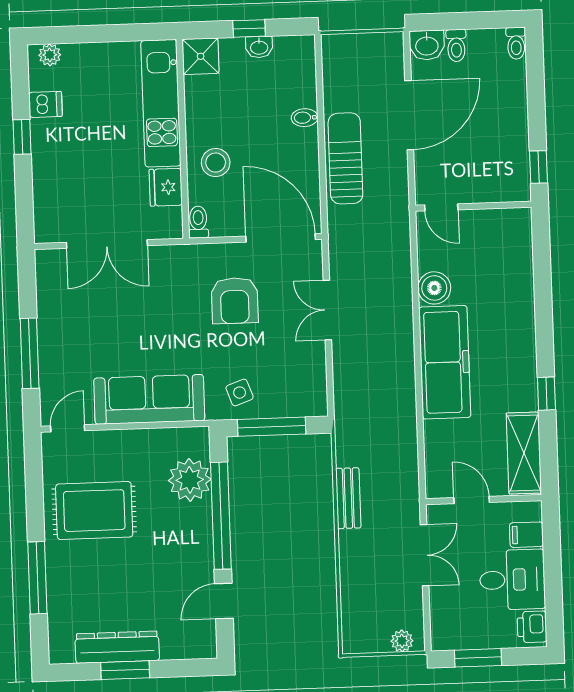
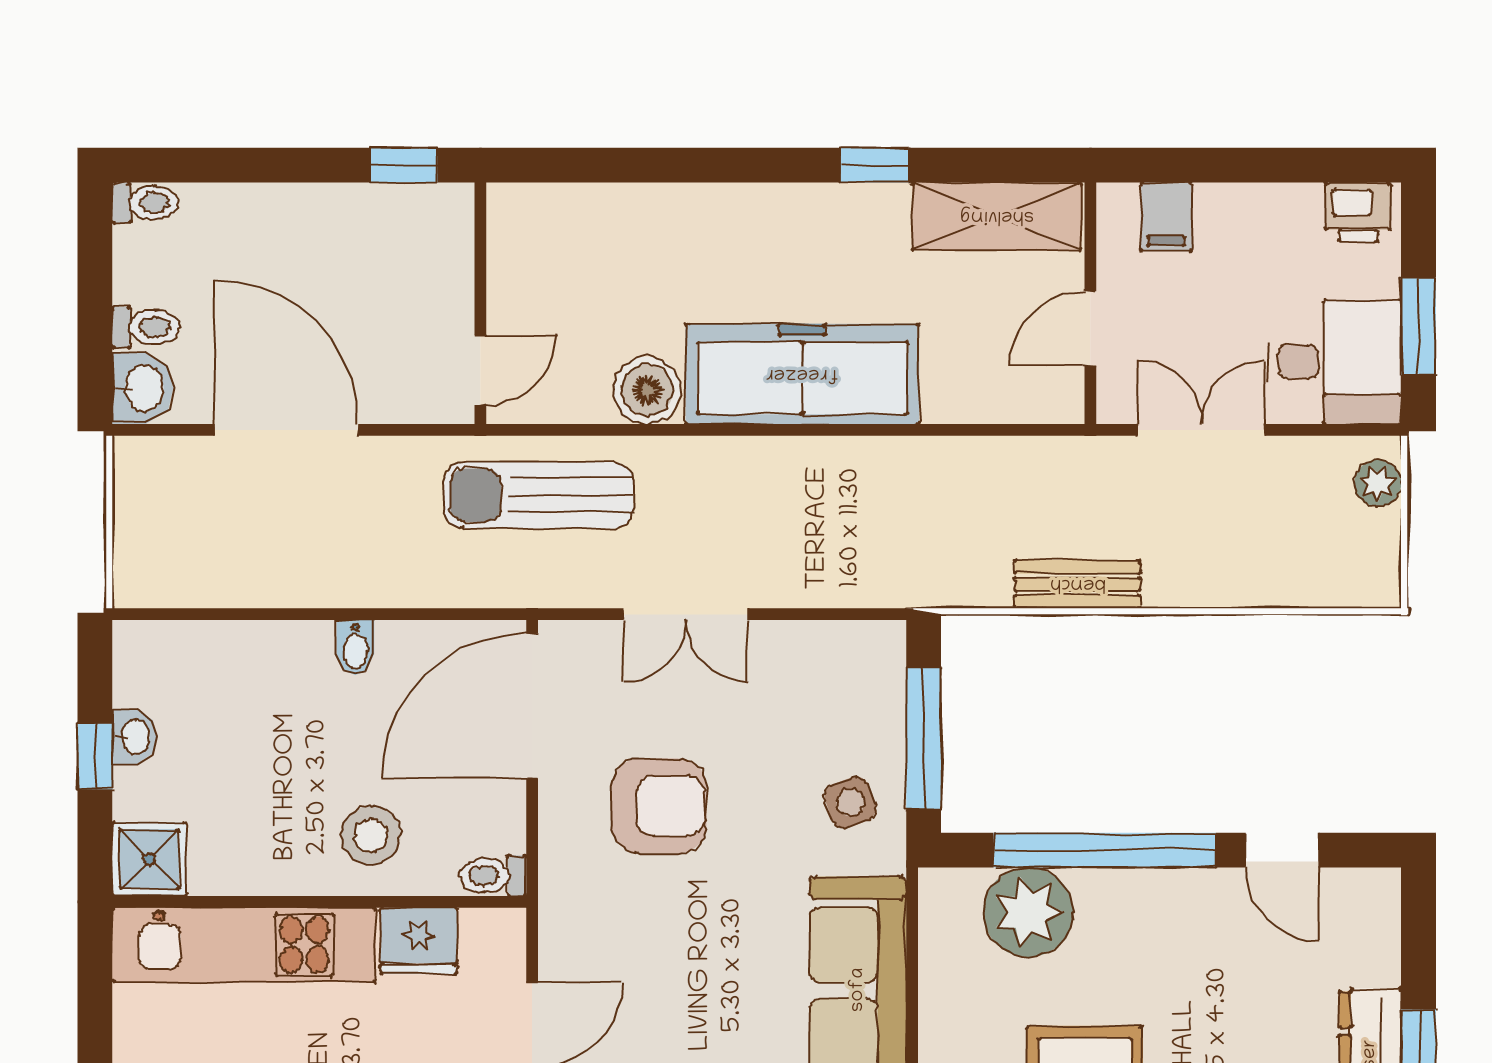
bidet: (305, 118) -> (355, 647), moved
sun lounger: (345, 158) -> (539, 495), moved
desk: (512, 580) -> (1334, 362), moved, turned 90

